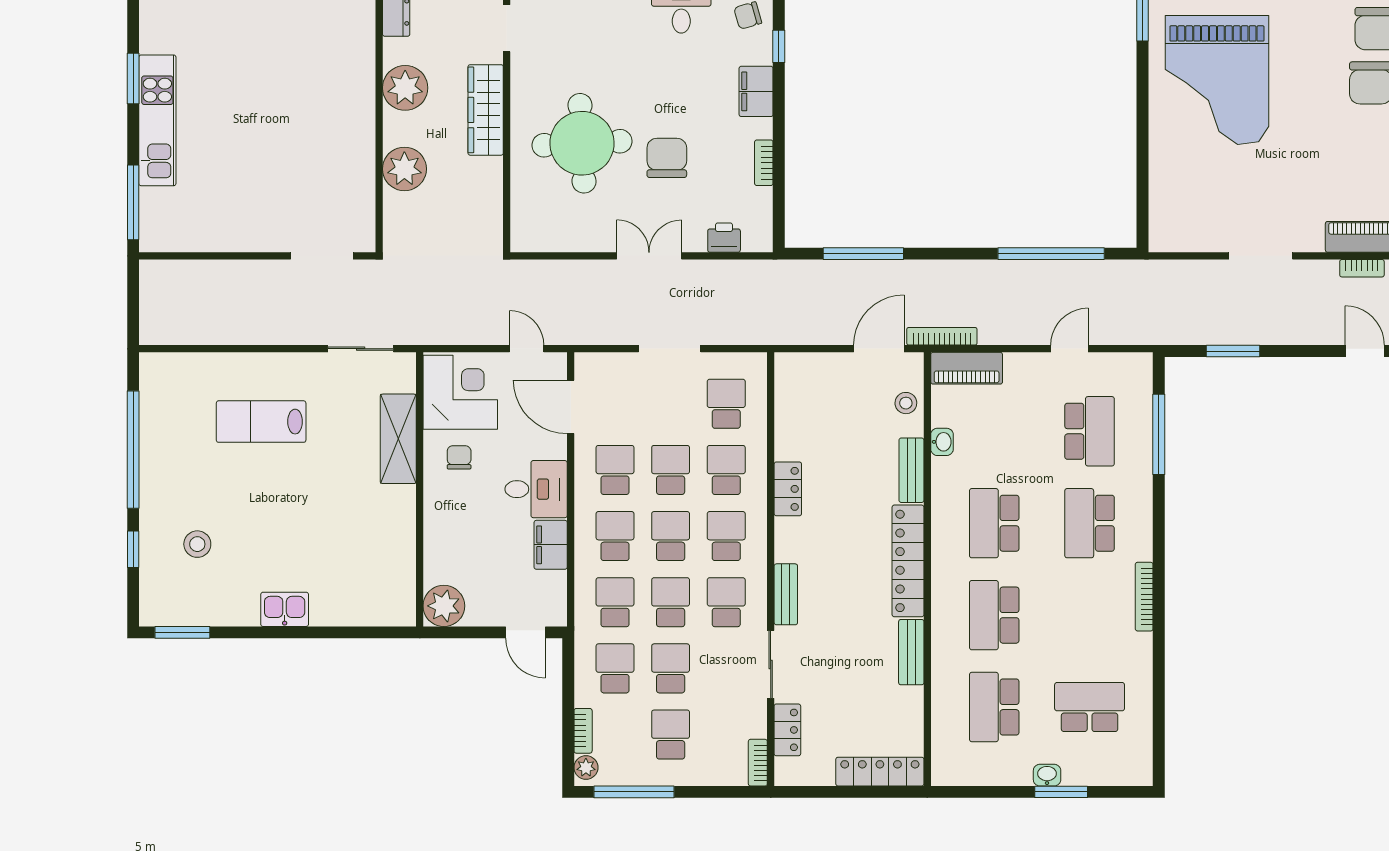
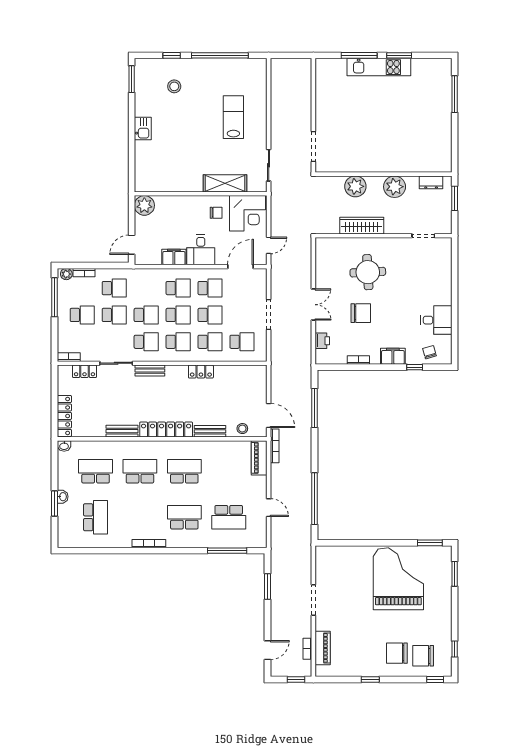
grand piano: (1217, 80) -> (398, 579), turned 90
wardrobe: (486, 110) -> (362, 226), moved
round table: (582, 143) -> (368, 272), width x0.73, depth x0.73
window: (133, 202) -> (359, 55), moved
washbasin: (942, 442) -> (64, 446), moved
school desk: (615, 602) -> (146, 288), removed

